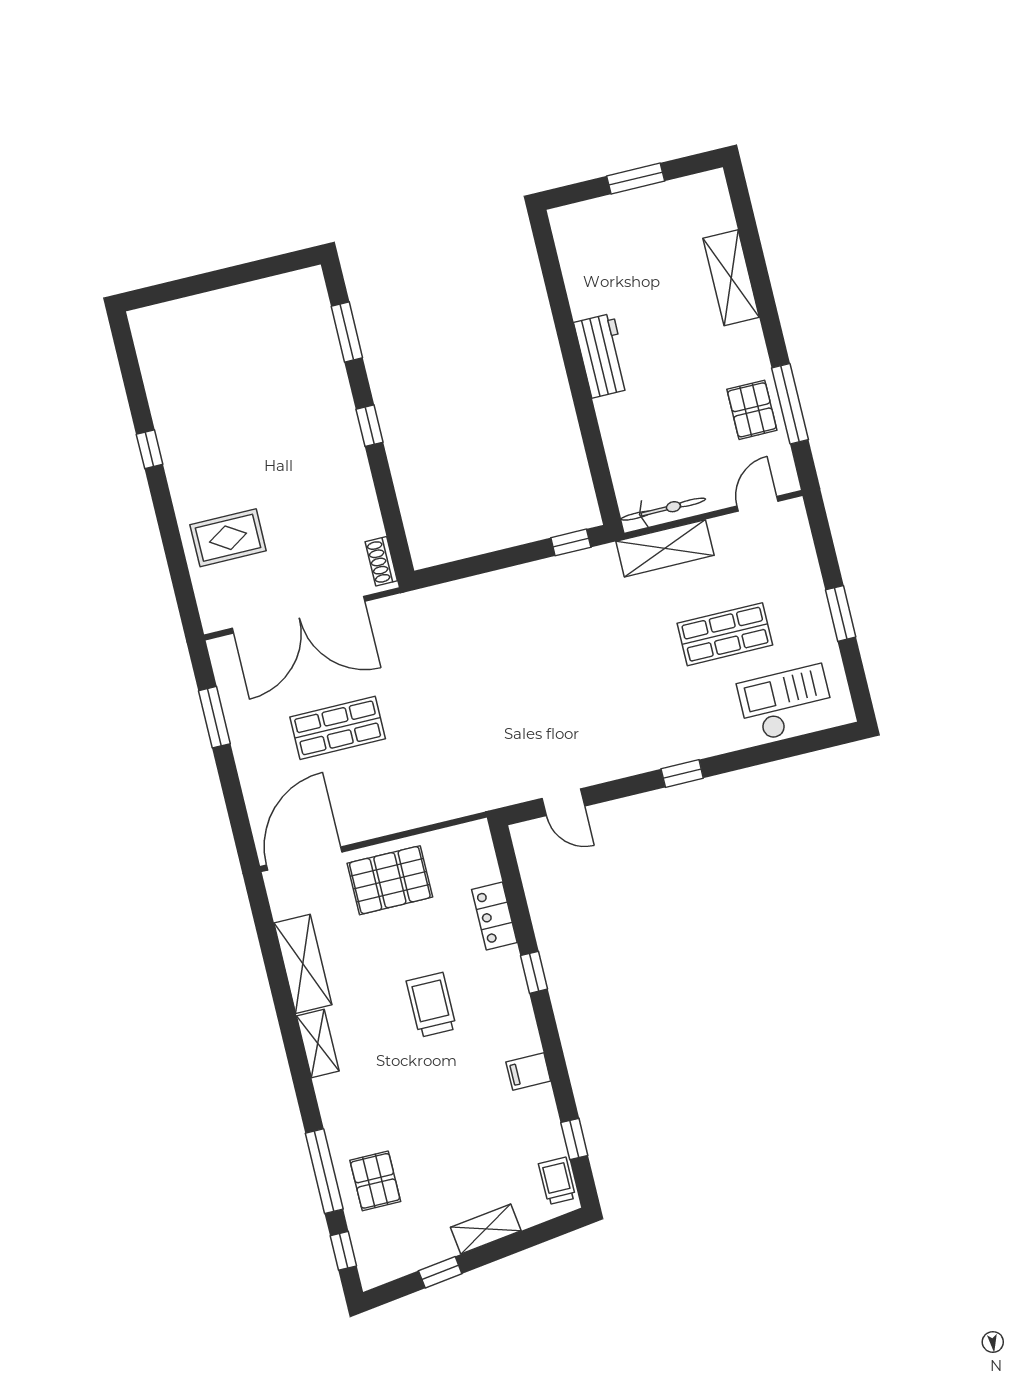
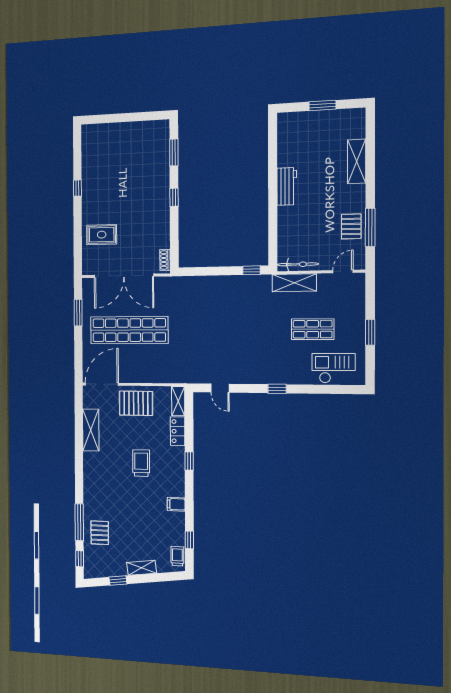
shop shelf: (338, 728) -> (129, 330), width x2.00, depth x1.36
shelving: (318, 1044) -> (178, 401), moved

